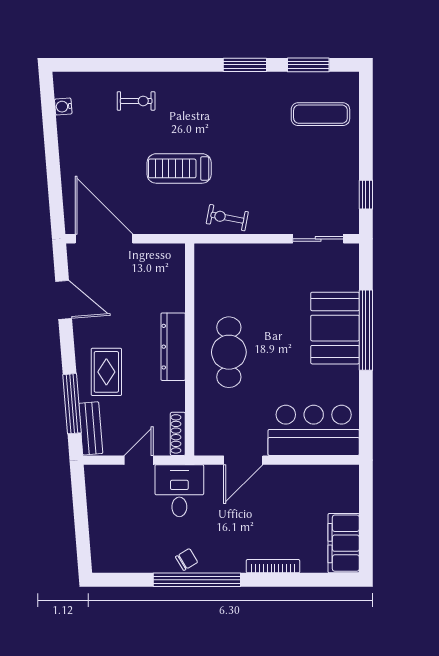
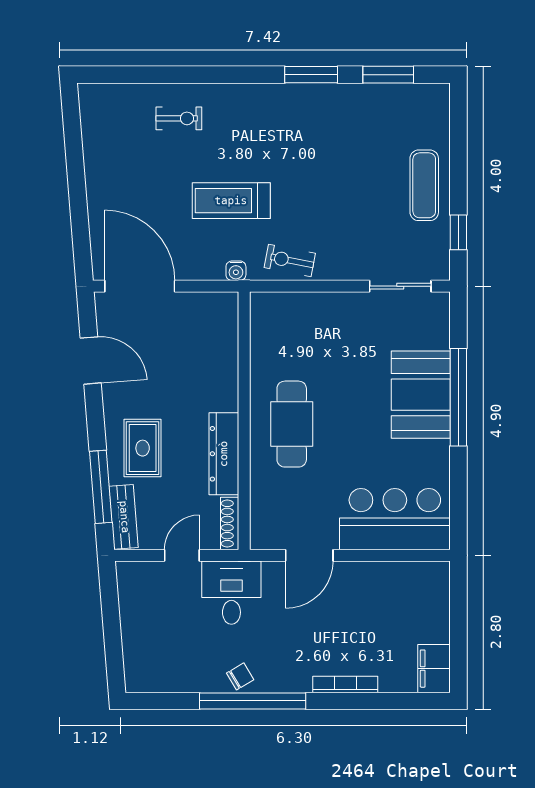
water cooler: (63, 106) -> (236, 271), moved, turned -85
exercise mat: (320, 114) -> (424, 185), moved, turned 90
dresser: (173, 347) -> (224, 454), moved
filing cabinet: (344, 543) -> (434, 669), width x0.67, depth x0.86

